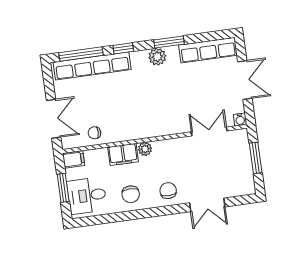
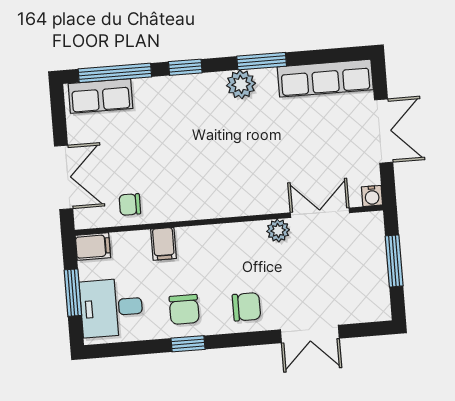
row of seats: (92, 66) -> (101, 96), width x0.50
plant: (145, 149) -> (278, 231), moved
filing cabinet: (123, 154) -> (164, 244), width x0.50
chair: (168, 191) -> (246, 307), turned 90
window: (134, 215) -> (188, 344), added

